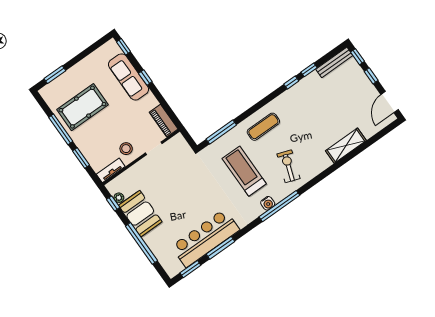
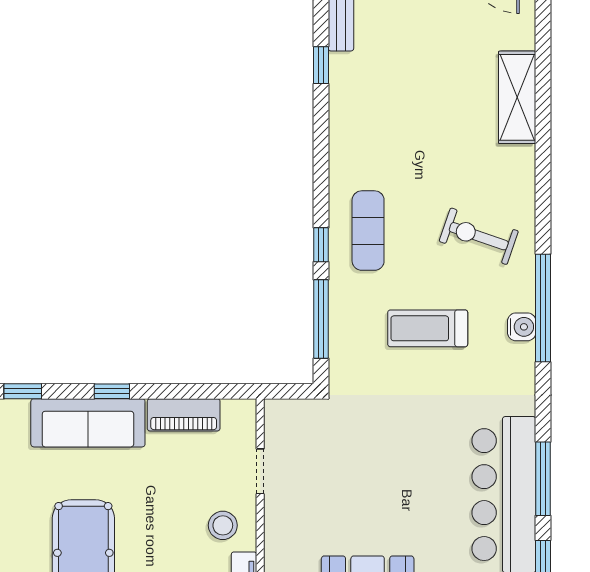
window: (291, 82) -> (321, 245), moved
piano: (164, 121) -> (184, 415), moved
treadmill: (244, 171) -> (428, 328), width x0.73, depth x0.73

